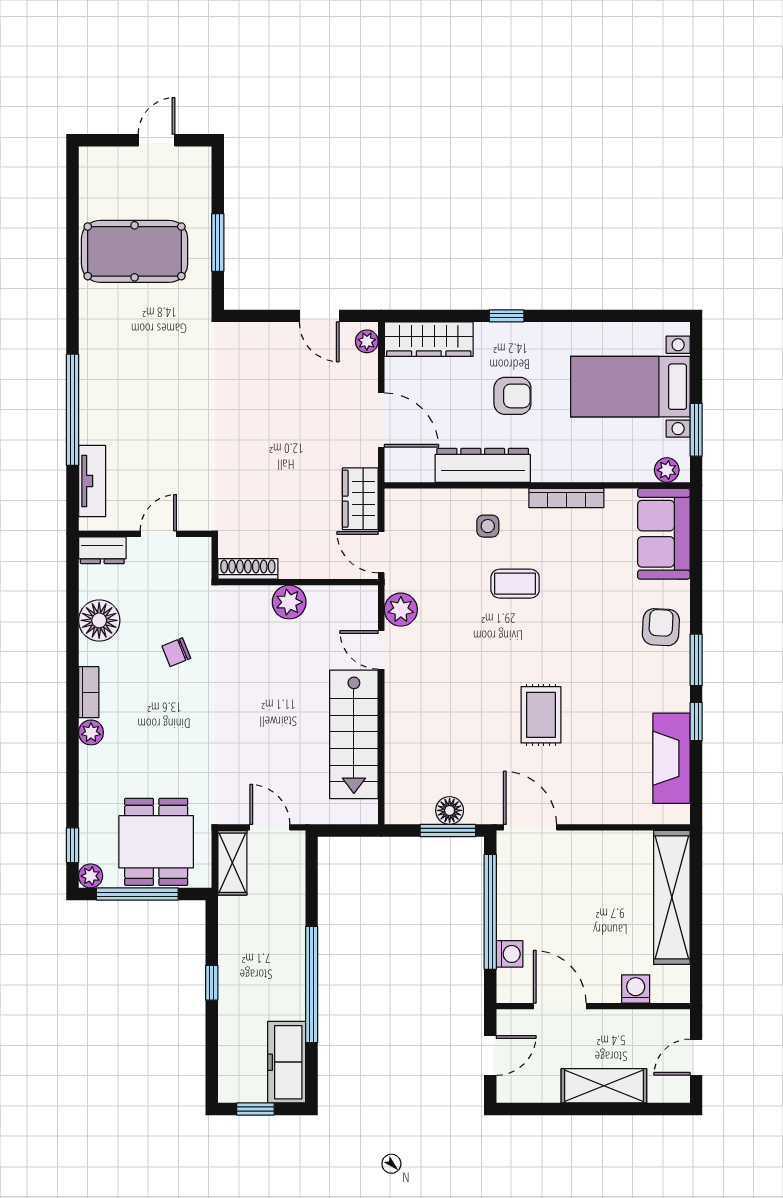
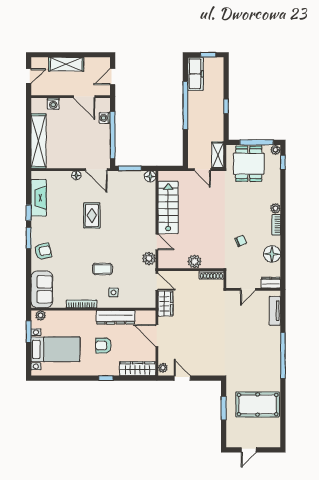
window: (72, 410) -> (283, 355), moved
armchair: (661, 627) -> (43, 251), turned -105
floor lamp: (450, 810) -> (150, 176), moved
floor lamp: (579, 813) -> (76, 175), added

